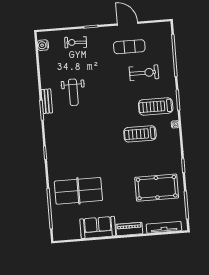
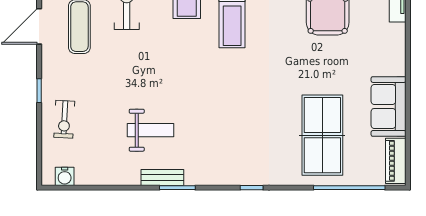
piano: (129, 229) -> (396, 161), moved

